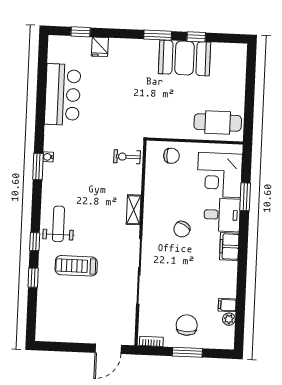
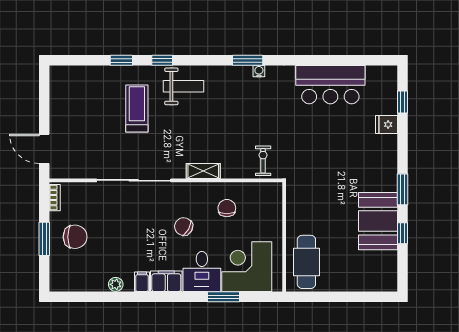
chair: (171, 156) -> (227, 208), moved, turned 180
filing cabinet: (227, 305) -> (142, 282), moved
plant: (229, 319) -> (116, 284), moved

